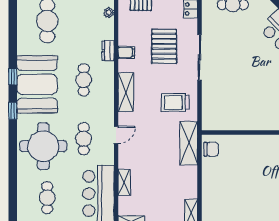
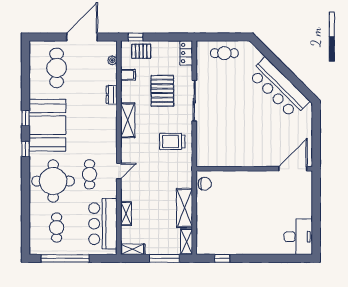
filing cabinet: (126, 52) -> (128, 75), moved
cafe table: (84, 80) -> (90, 121), removed
shelving: (126, 92) -> (128, 120), moved
shelving: (189, 143) -> (185, 208), moved

